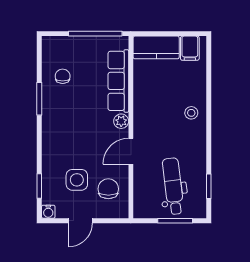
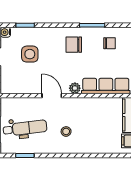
stool: (191, 113) -> (66, 131), moved
chair: (108, 189) -> (74, 45), moved, turned 180

